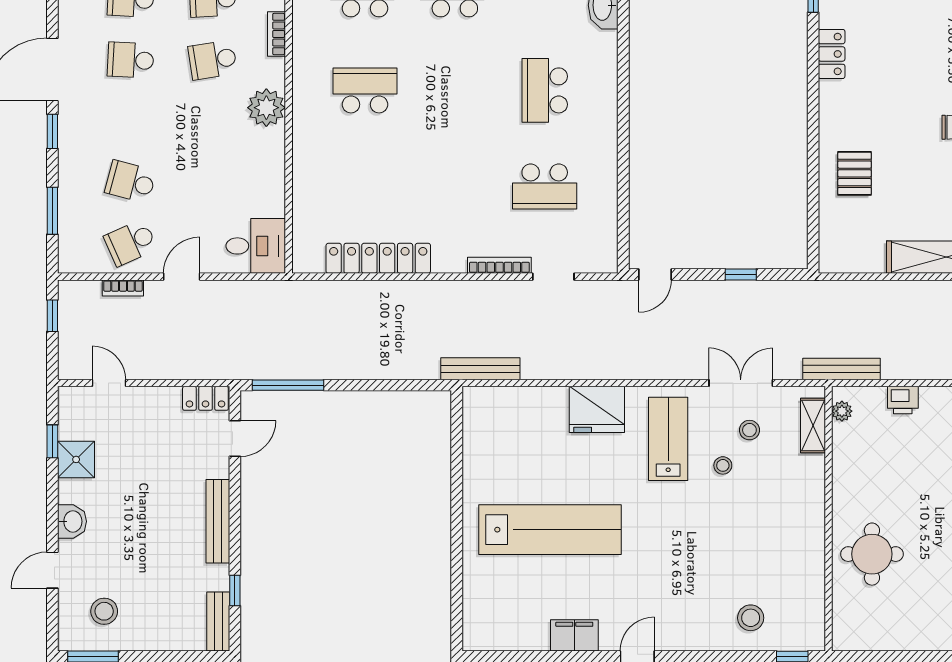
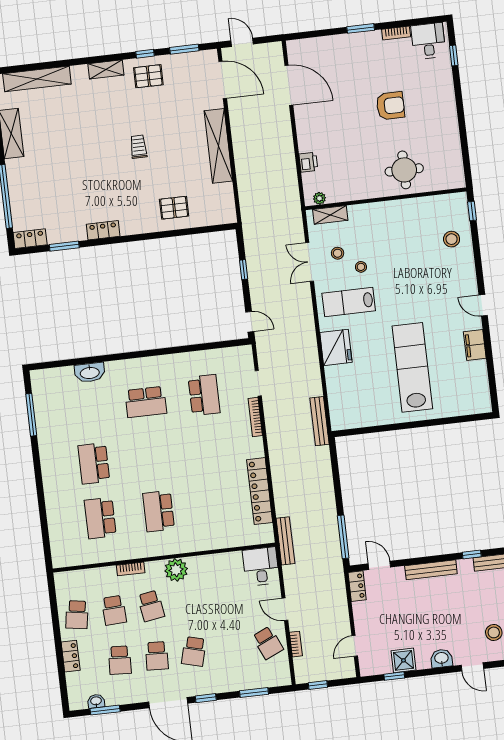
school desk: (131, 182) -> (194, 651), moved
bench: (842, 369) -> (285, 541), moved

